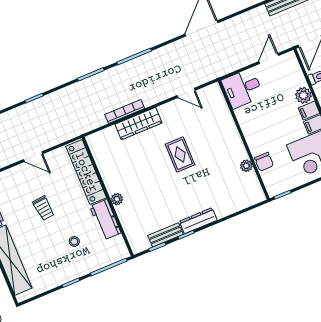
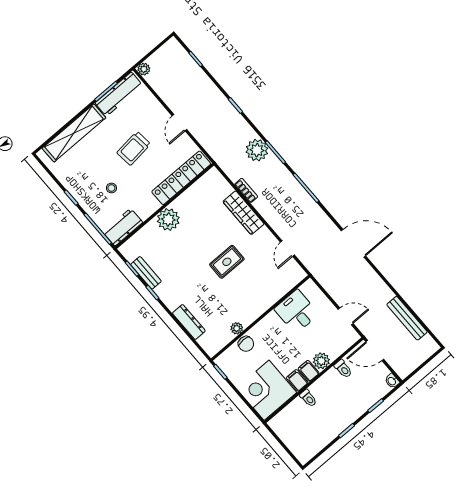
desk: (242, 88) -> (297, 312), moved
plant: (83, 91) -> (257, 150), added
bookcase: (125, 111) -> (246, 190), width x0.64
chair: (264, 162) -> (246, 344), turned -90
plant: (117, 199) -> (168, 220), width x1.88, depth x1.88
trolley: (43, 208) -> (134, 148), width x1.36, depth x1.39
workbench: (105, 220) -> (123, 227), moved
dresser: (198, 221) -> (189, 322), moved

